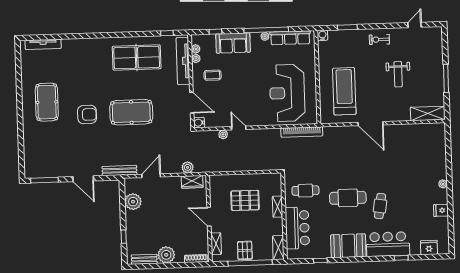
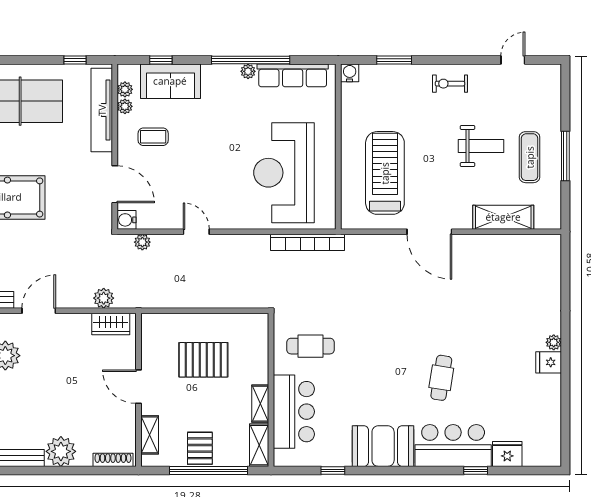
sofa: (233, 43) -> (170, 81), moved
weight bench: (398, 74) -> (481, 146), turned -90
exercise mat: (426, 80) -> (530, 157), added
shelving: (428, 113) -> (503, 217), moved
plant: (223, 134) -> (142, 242), moved
cafe table: (348, 198) -> (385, 361), removed
shelving: (278, 207) -> (260, 404), moved
fridge: (441, 210) -> (549, 362), moved
fridge: (429, 248) -> (507, 454), moved

